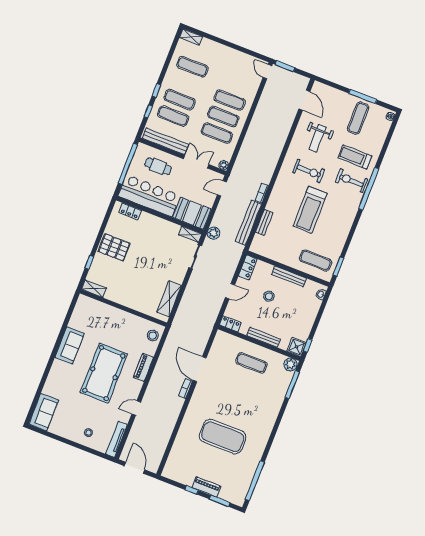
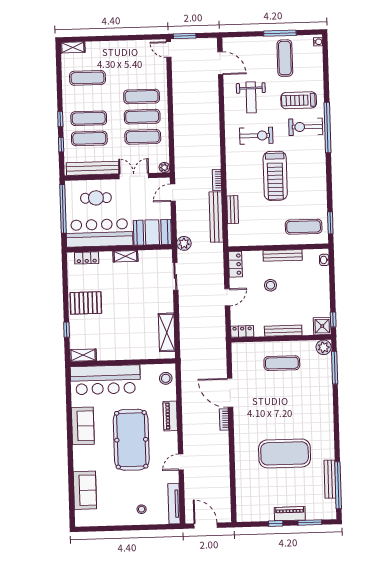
shelving: (190, 234) -> (125, 256), moved
bar counter: (104, 316) -> (105, 380), added
sofa: (44, 412) -> (85, 490), moved
bench: (251, 473) -> (330, 479), added

